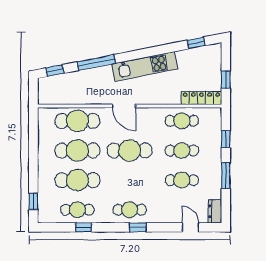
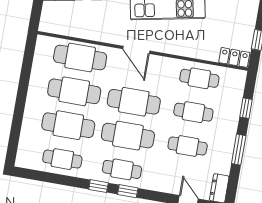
locker: (201, 98) -> (234, 57), width x0.66
cafe table: (130, 180) -> (128, 136), added
window: (33, 201) -> (14, 141), removed
window: (84, 227) -> (98, 186), moved

